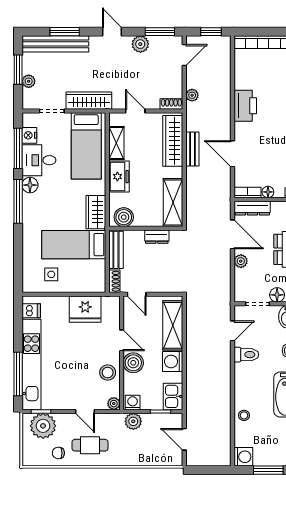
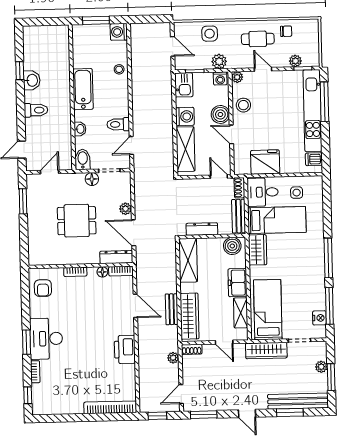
plant: (140, 44) -> (221, 403), removed
desk: (39, 160) -> (263, 192), moved, turned 180
floor lamp: (30, 185) -> (318, 273), removed
dresser: (157, 237) -> (202, 229), width x1.44
plant: (43, 426) -> (295, 61), width x0.53, depth x0.53
side table: (143, 452) -> (210, 34), added

